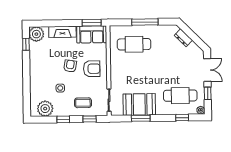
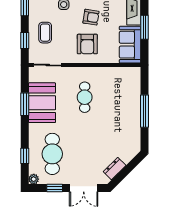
window: (92, 23) -> (145, 27), moved
dresser: (183, 38) -> (115, 169), moved
cafe table: (134, 44) -> (85, 97), moved, width x0.73, depth x0.74

